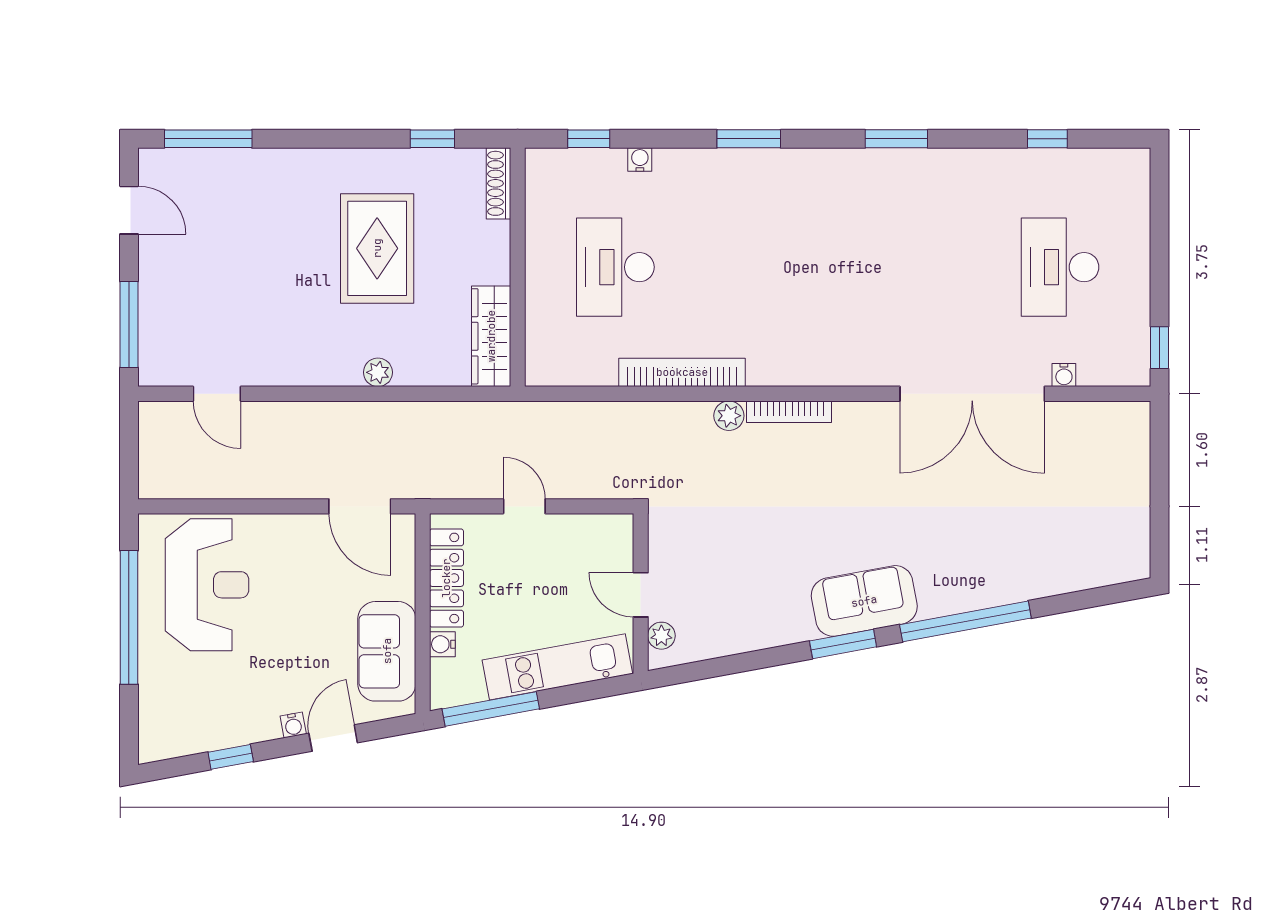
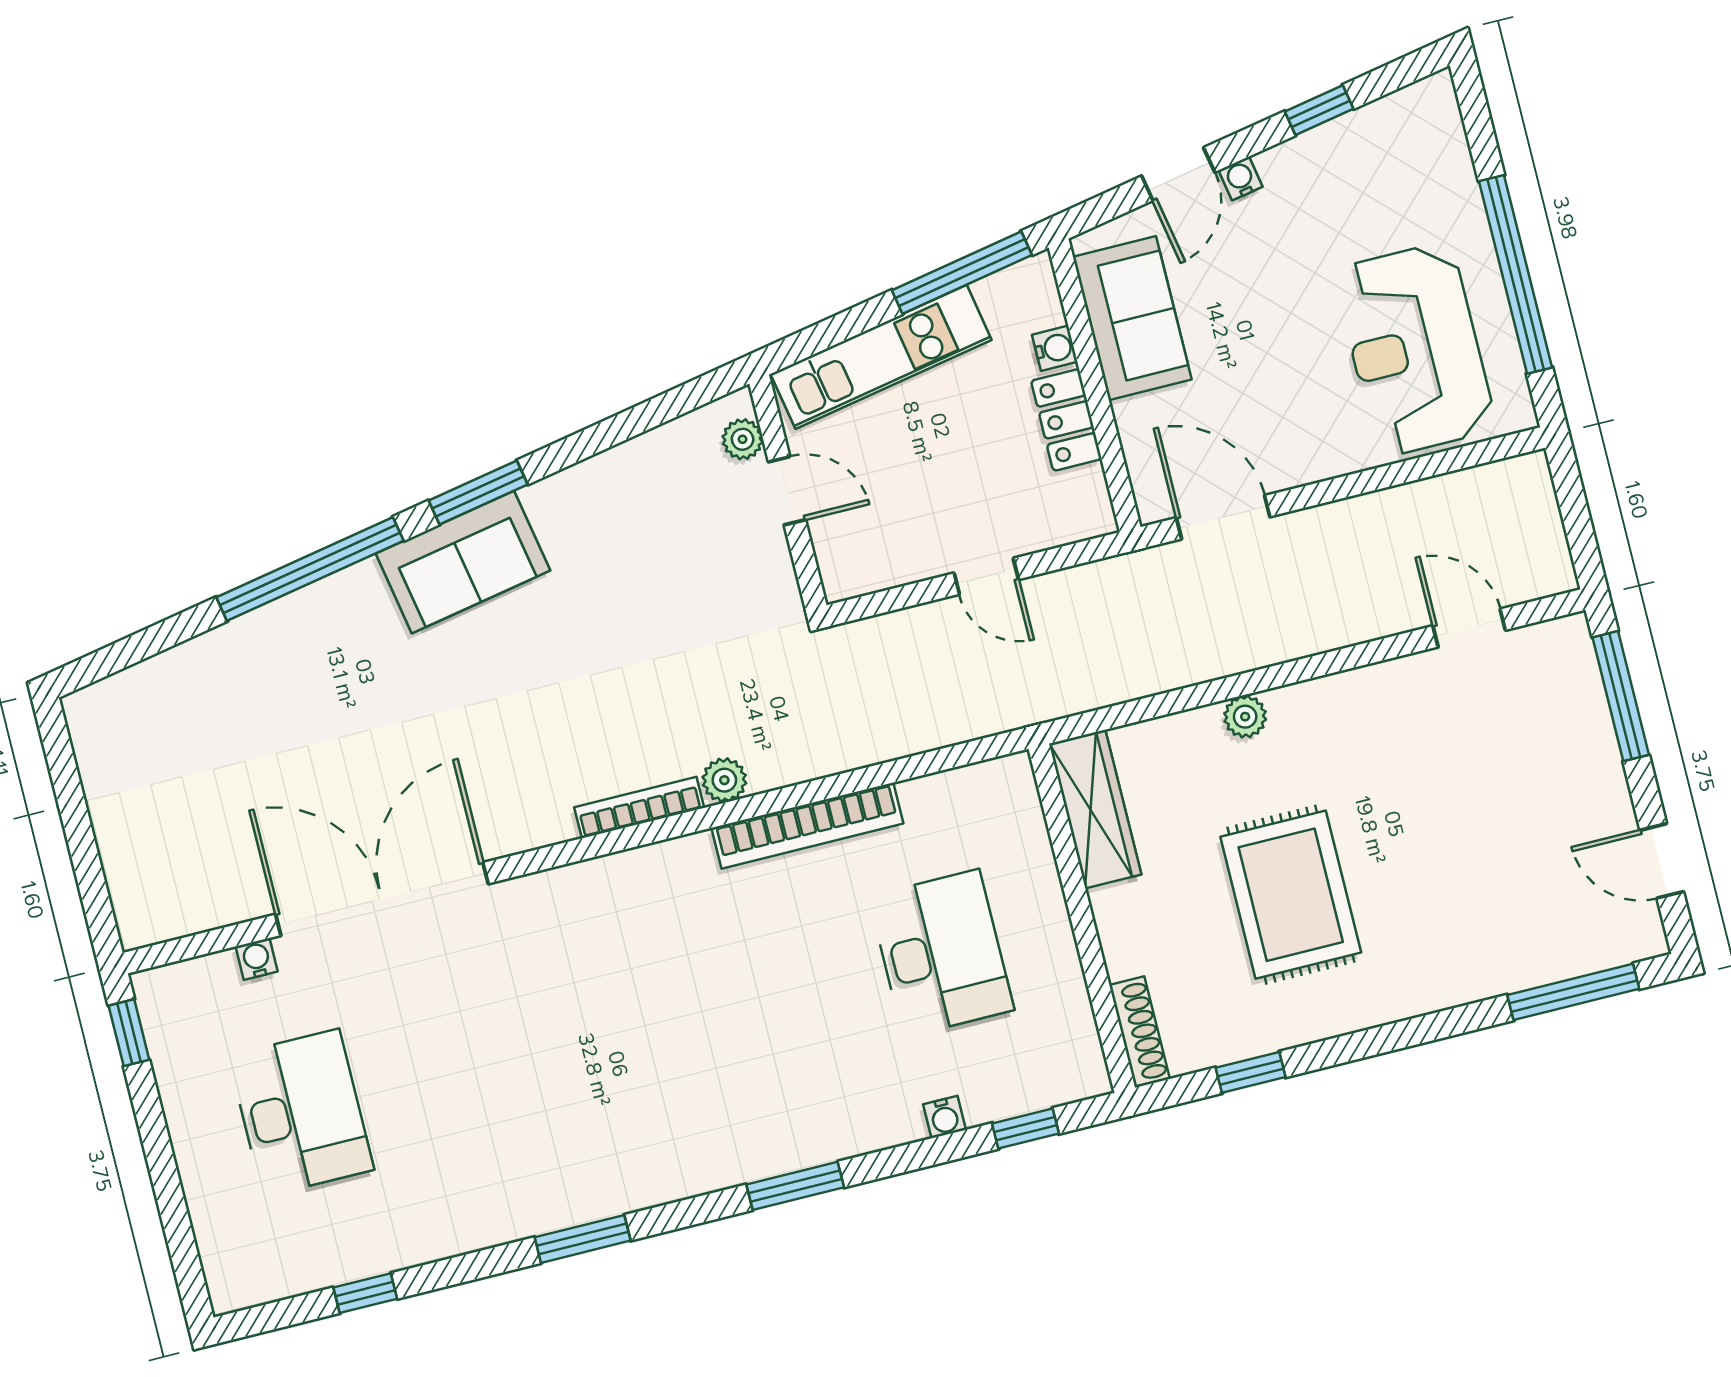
locker: (446, 578) -> (1066, 420), width x0.66

